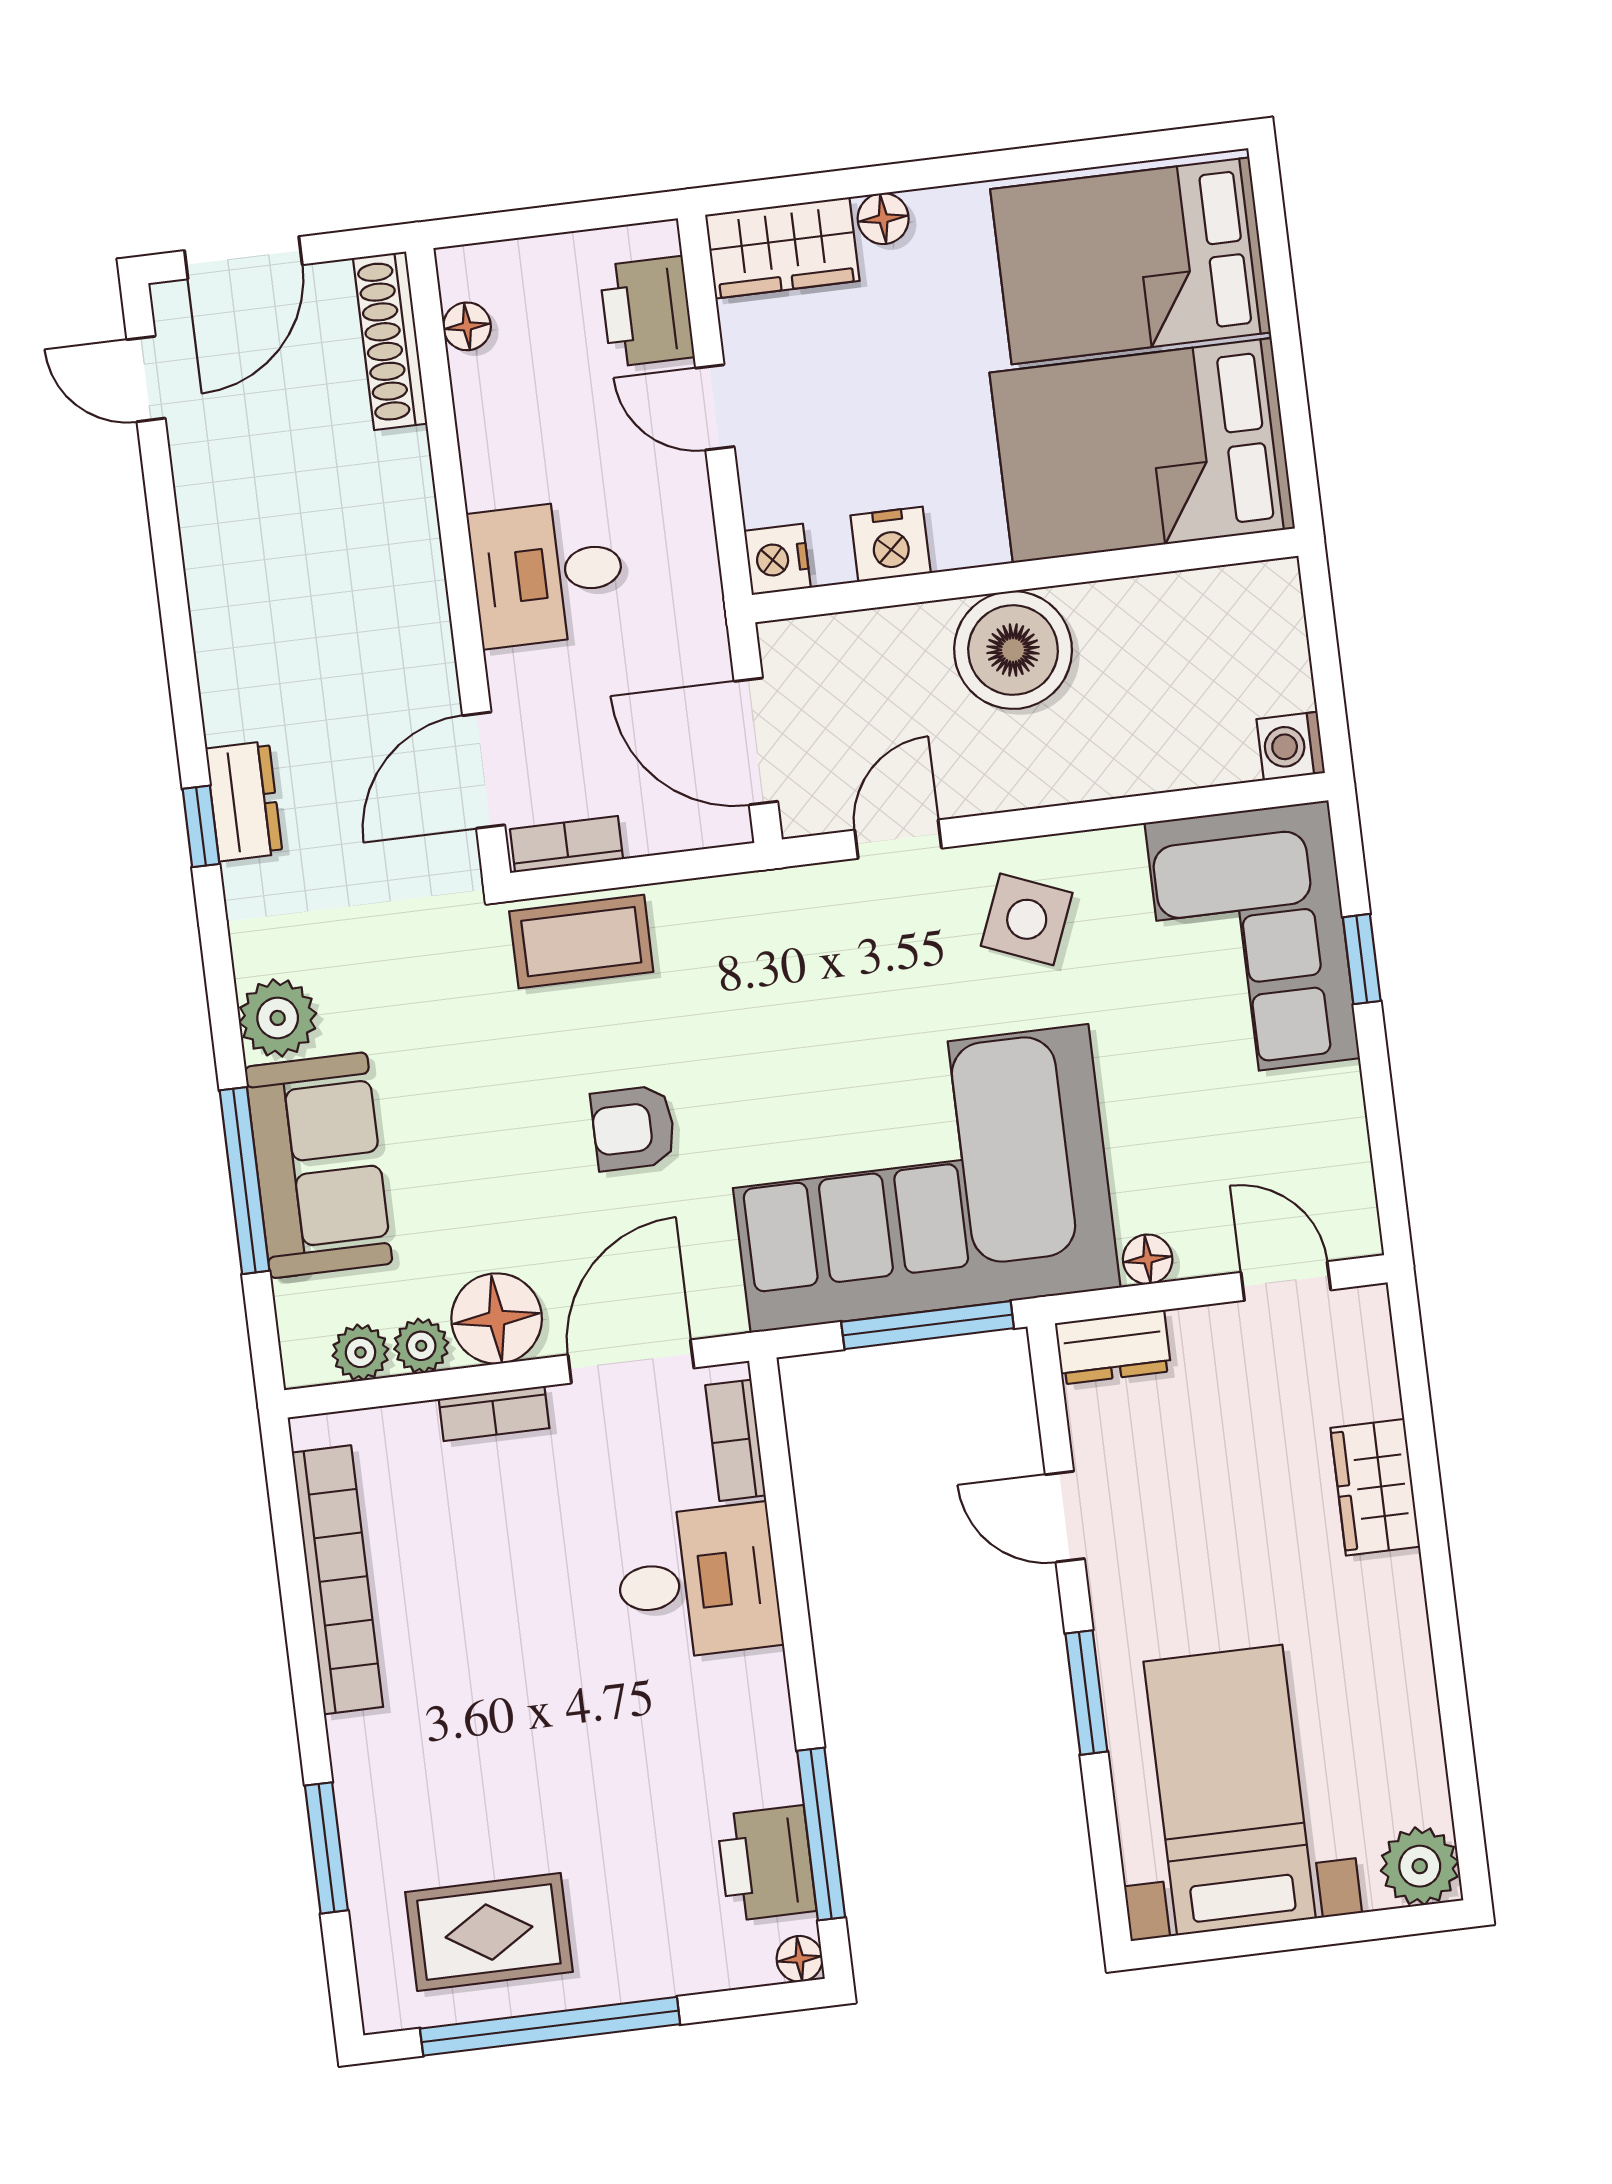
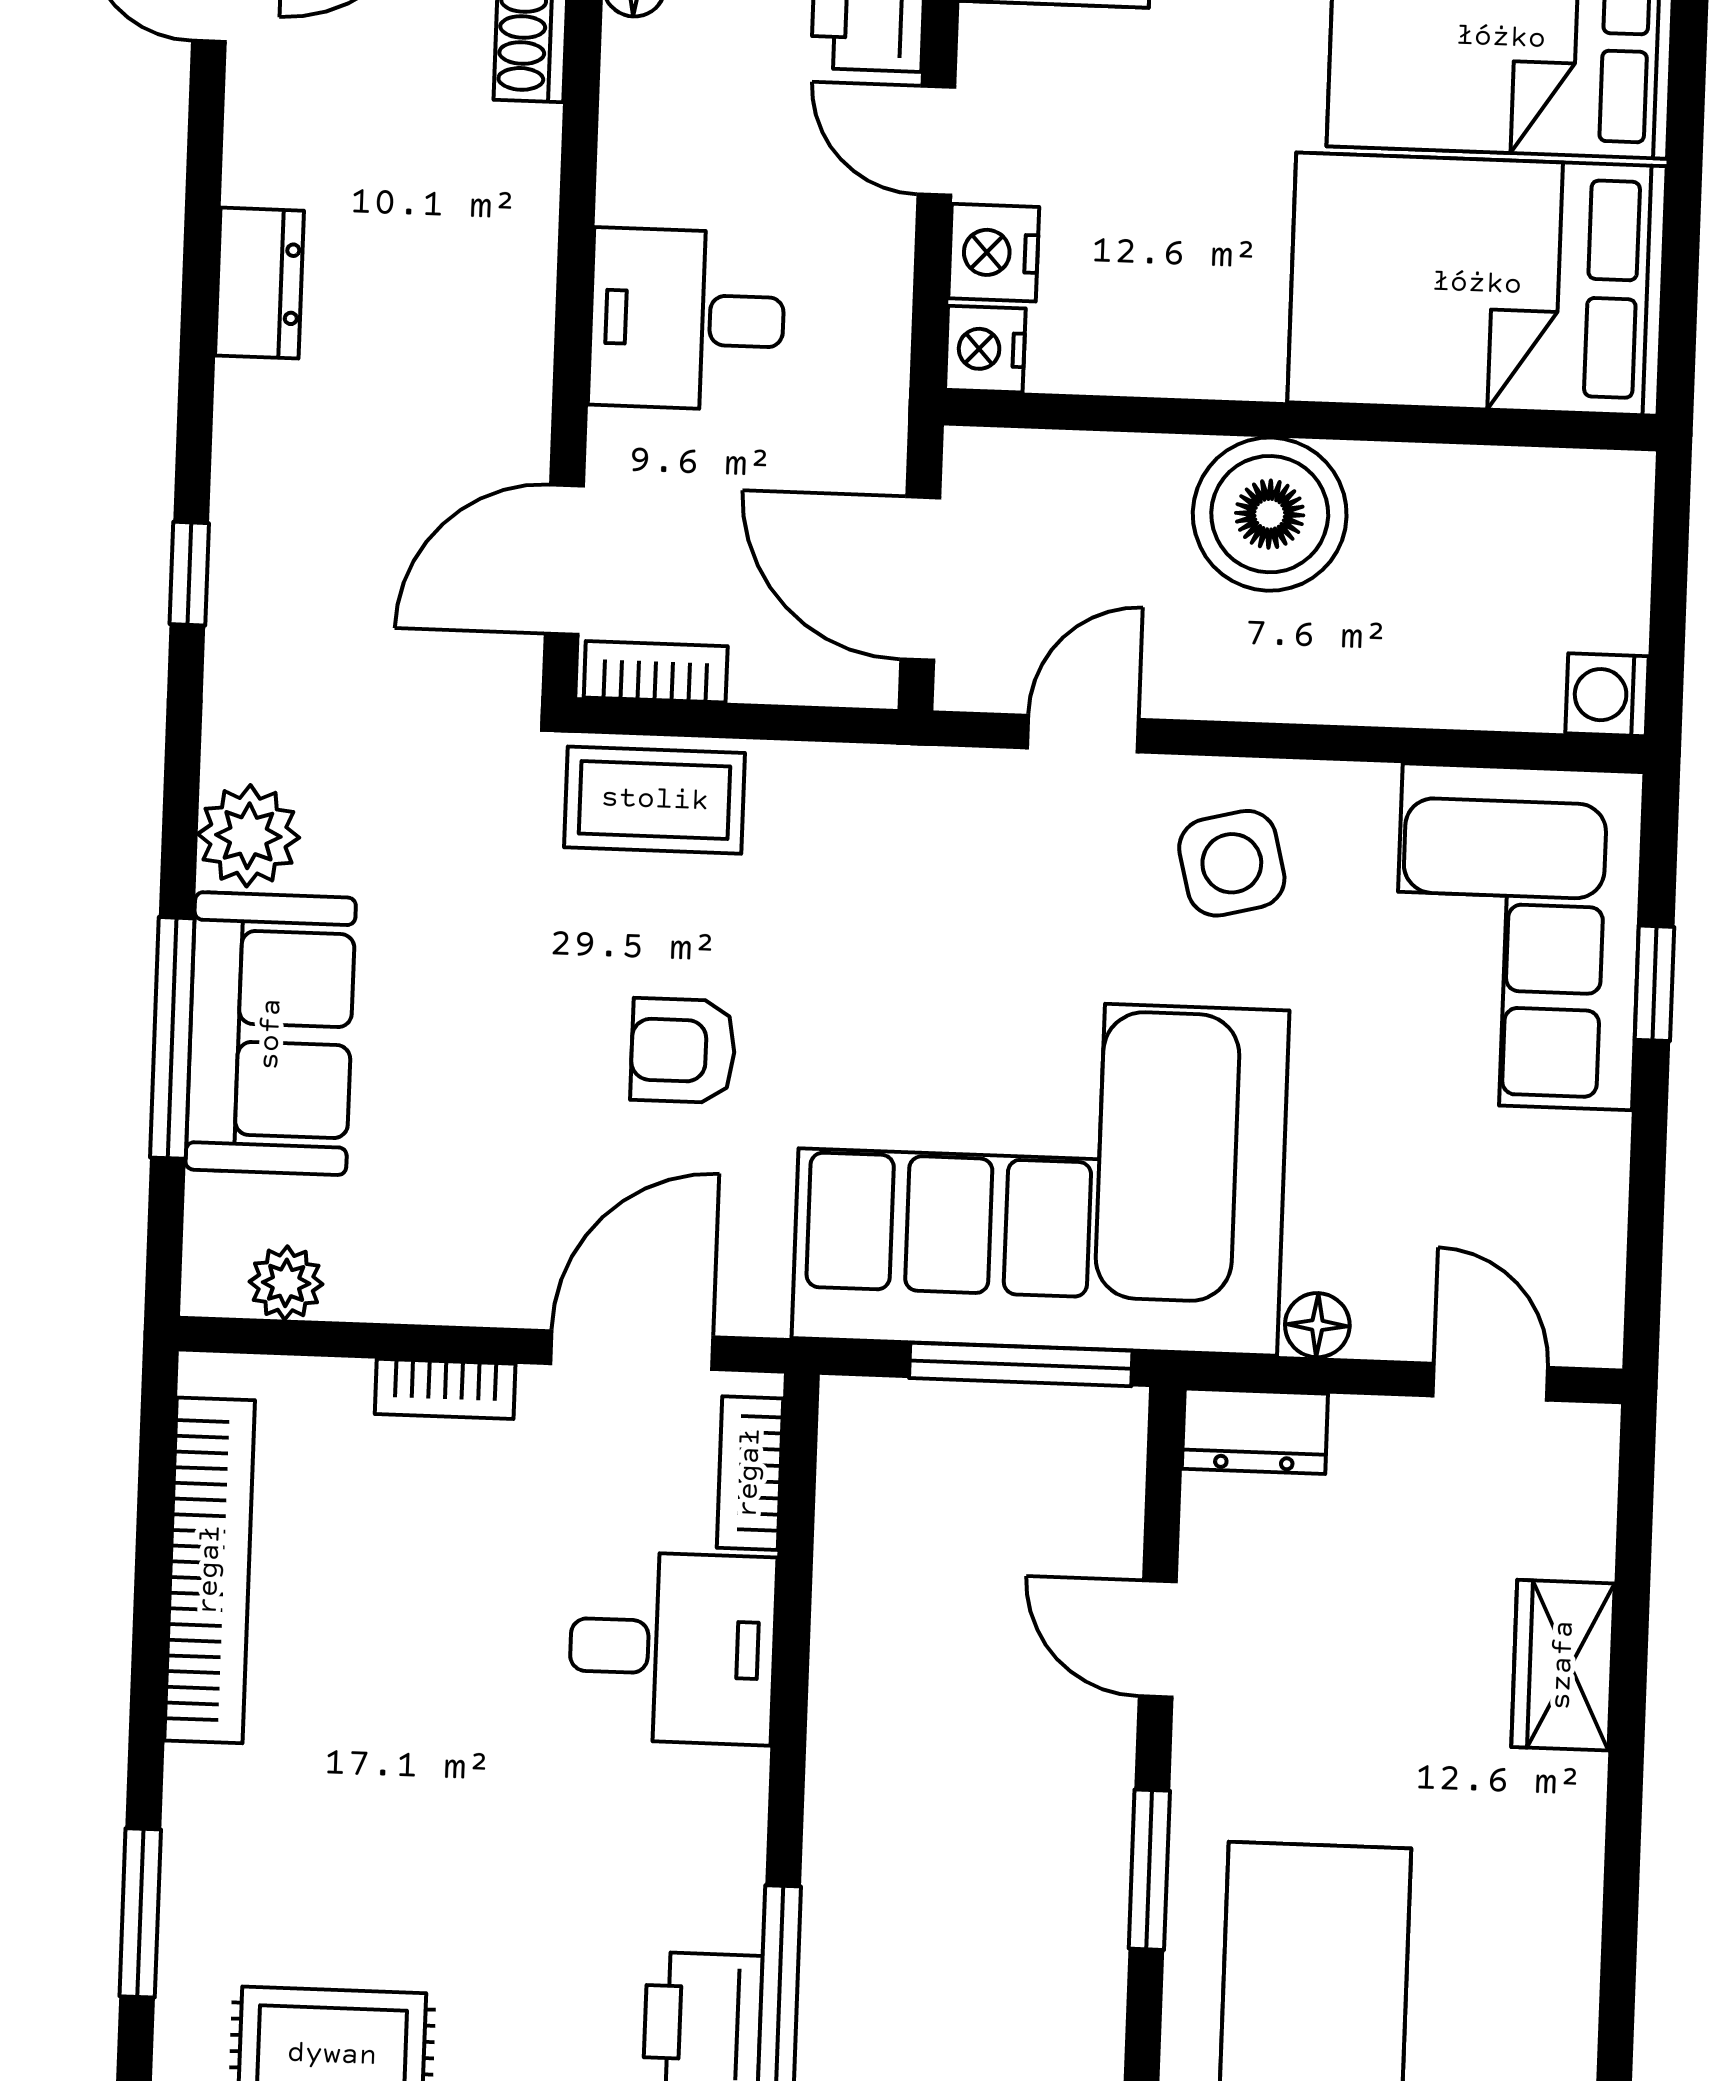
nightstand: (891, 544) -> (994, 253), moved, turned 90
dresser: (244, 801) -> (260, 283), moved
side table: (1027, 919) -> (1232, 863), turned -36
floor lamp: (497, 1319) -> (468, 1267), removed
plant: (421, 1346) -> (365, 1287), removed

